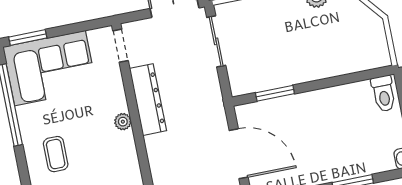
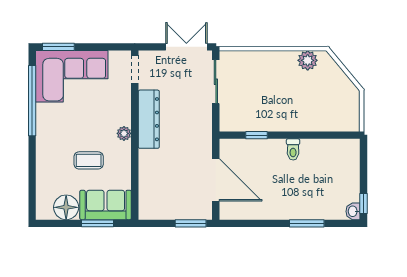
window: (275, 93) -> (256, 135), width x0.67
toilet: (384, 94) -> (293, 149), moved, width x0.73, depth x0.72
coffee table: (56, 154) -> (89, 160), moved, turned 90

